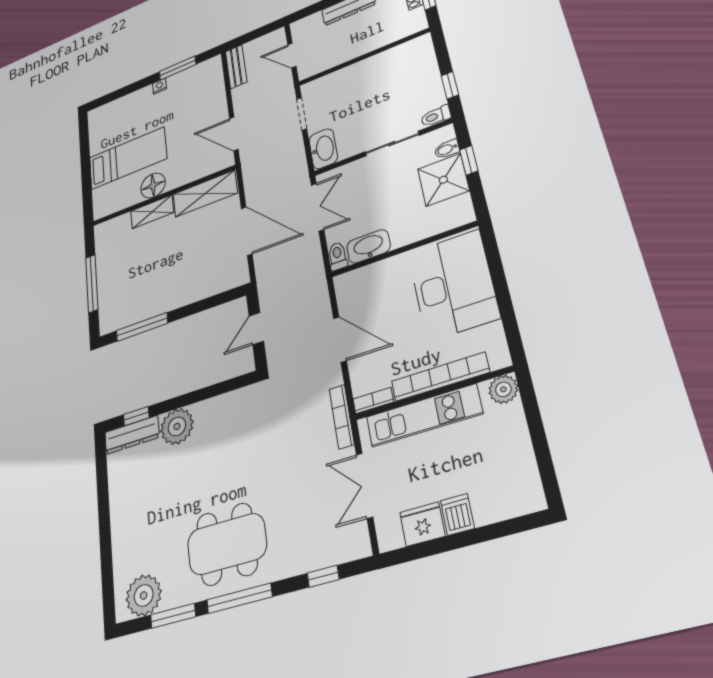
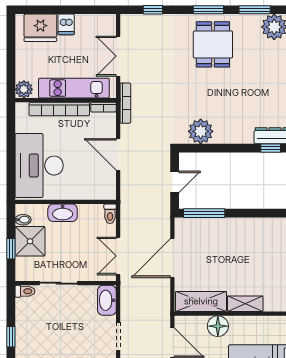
window: (450, 85) -> (11, 337), moved
bidet: (447, 149) -> (23, 220), moved
floor lamp: (153, 185) -> (218, 326), moved
door: (247, 231) -> (172, 258), hinge flipped
washbasin: (368, 246) -> (63, 213), moved
window: (142, 327) -> (204, 213), moved
plant: (177, 426) -> (201, 131), moved
double door: (365, 486) -> (118, 56), swing flipped
fridge: (422, 524) -> (40, 28), moved, width x1.36, depth x1.34
dining table: (227, 544) -> (213, 44), width x0.73
window: (239, 598) -> (208, 10), width x0.69

